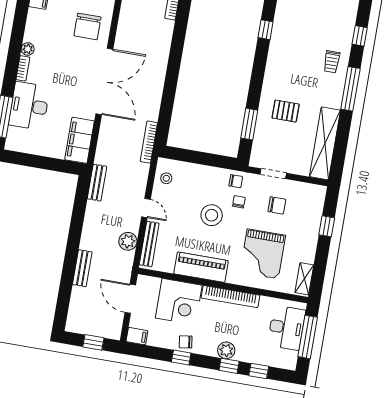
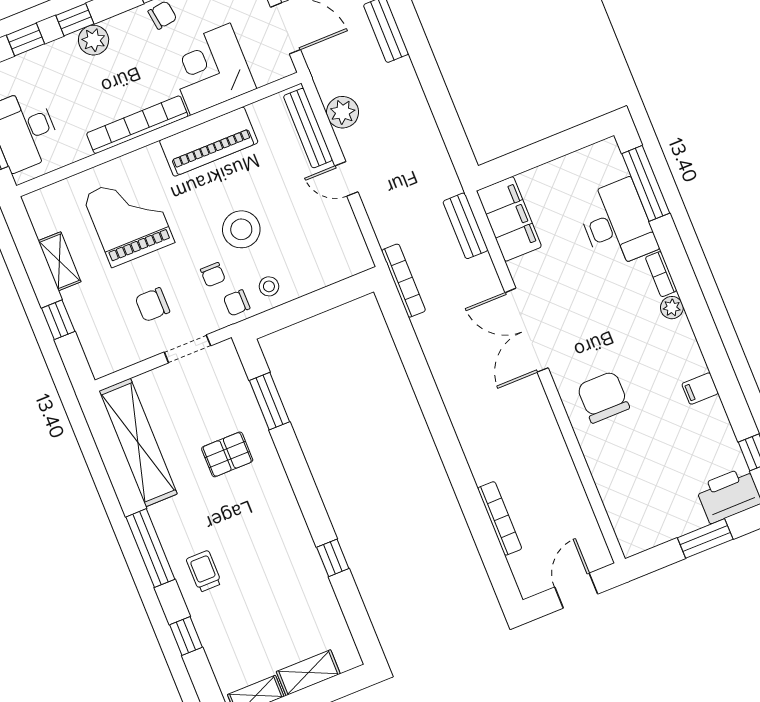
double door: (104, 81) -> (527, 330), width x0.73
stool: (166, 178) -> (269, 286), moved
bench: (97, 183) -> (465, 226), moved
shelving: (304, 279) -> (60, 261), moved

